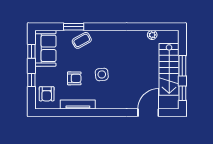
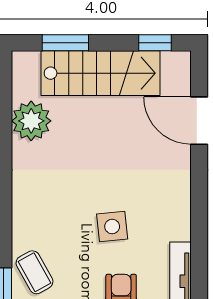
plant: (152, 35) -> (31, 121), width x1.87, depth x1.87
window: (182, 66) -> (65, 43), moved

